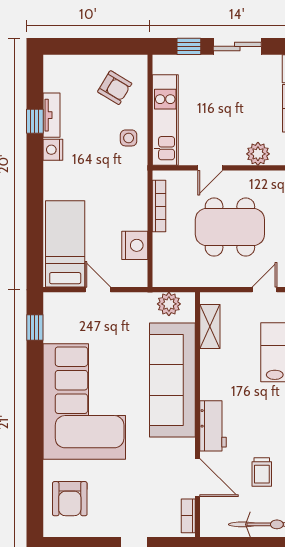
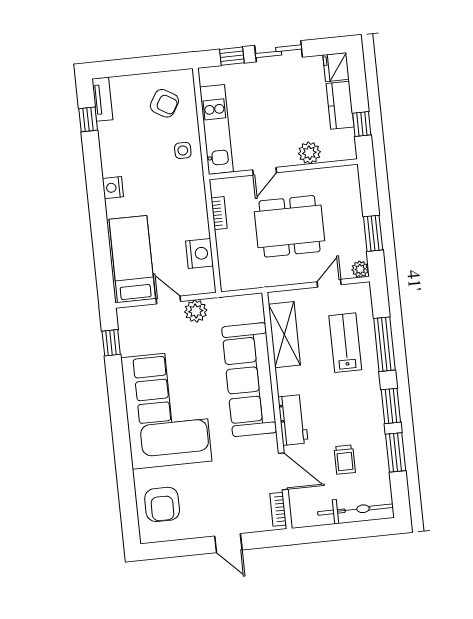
tv unit: (51, 115) -> (102, 99), moved
window: (35, 121) -> (88, 119), moved
nightstand: (53, 150) -> (113, 188), moved
bookcase: (159, 206) -> (219, 213), width x0.64
plant: (169, 304) -> (196, 311), moved
shelving: (210, 327) -> (284, 335), width x1.50, depth x1.33

